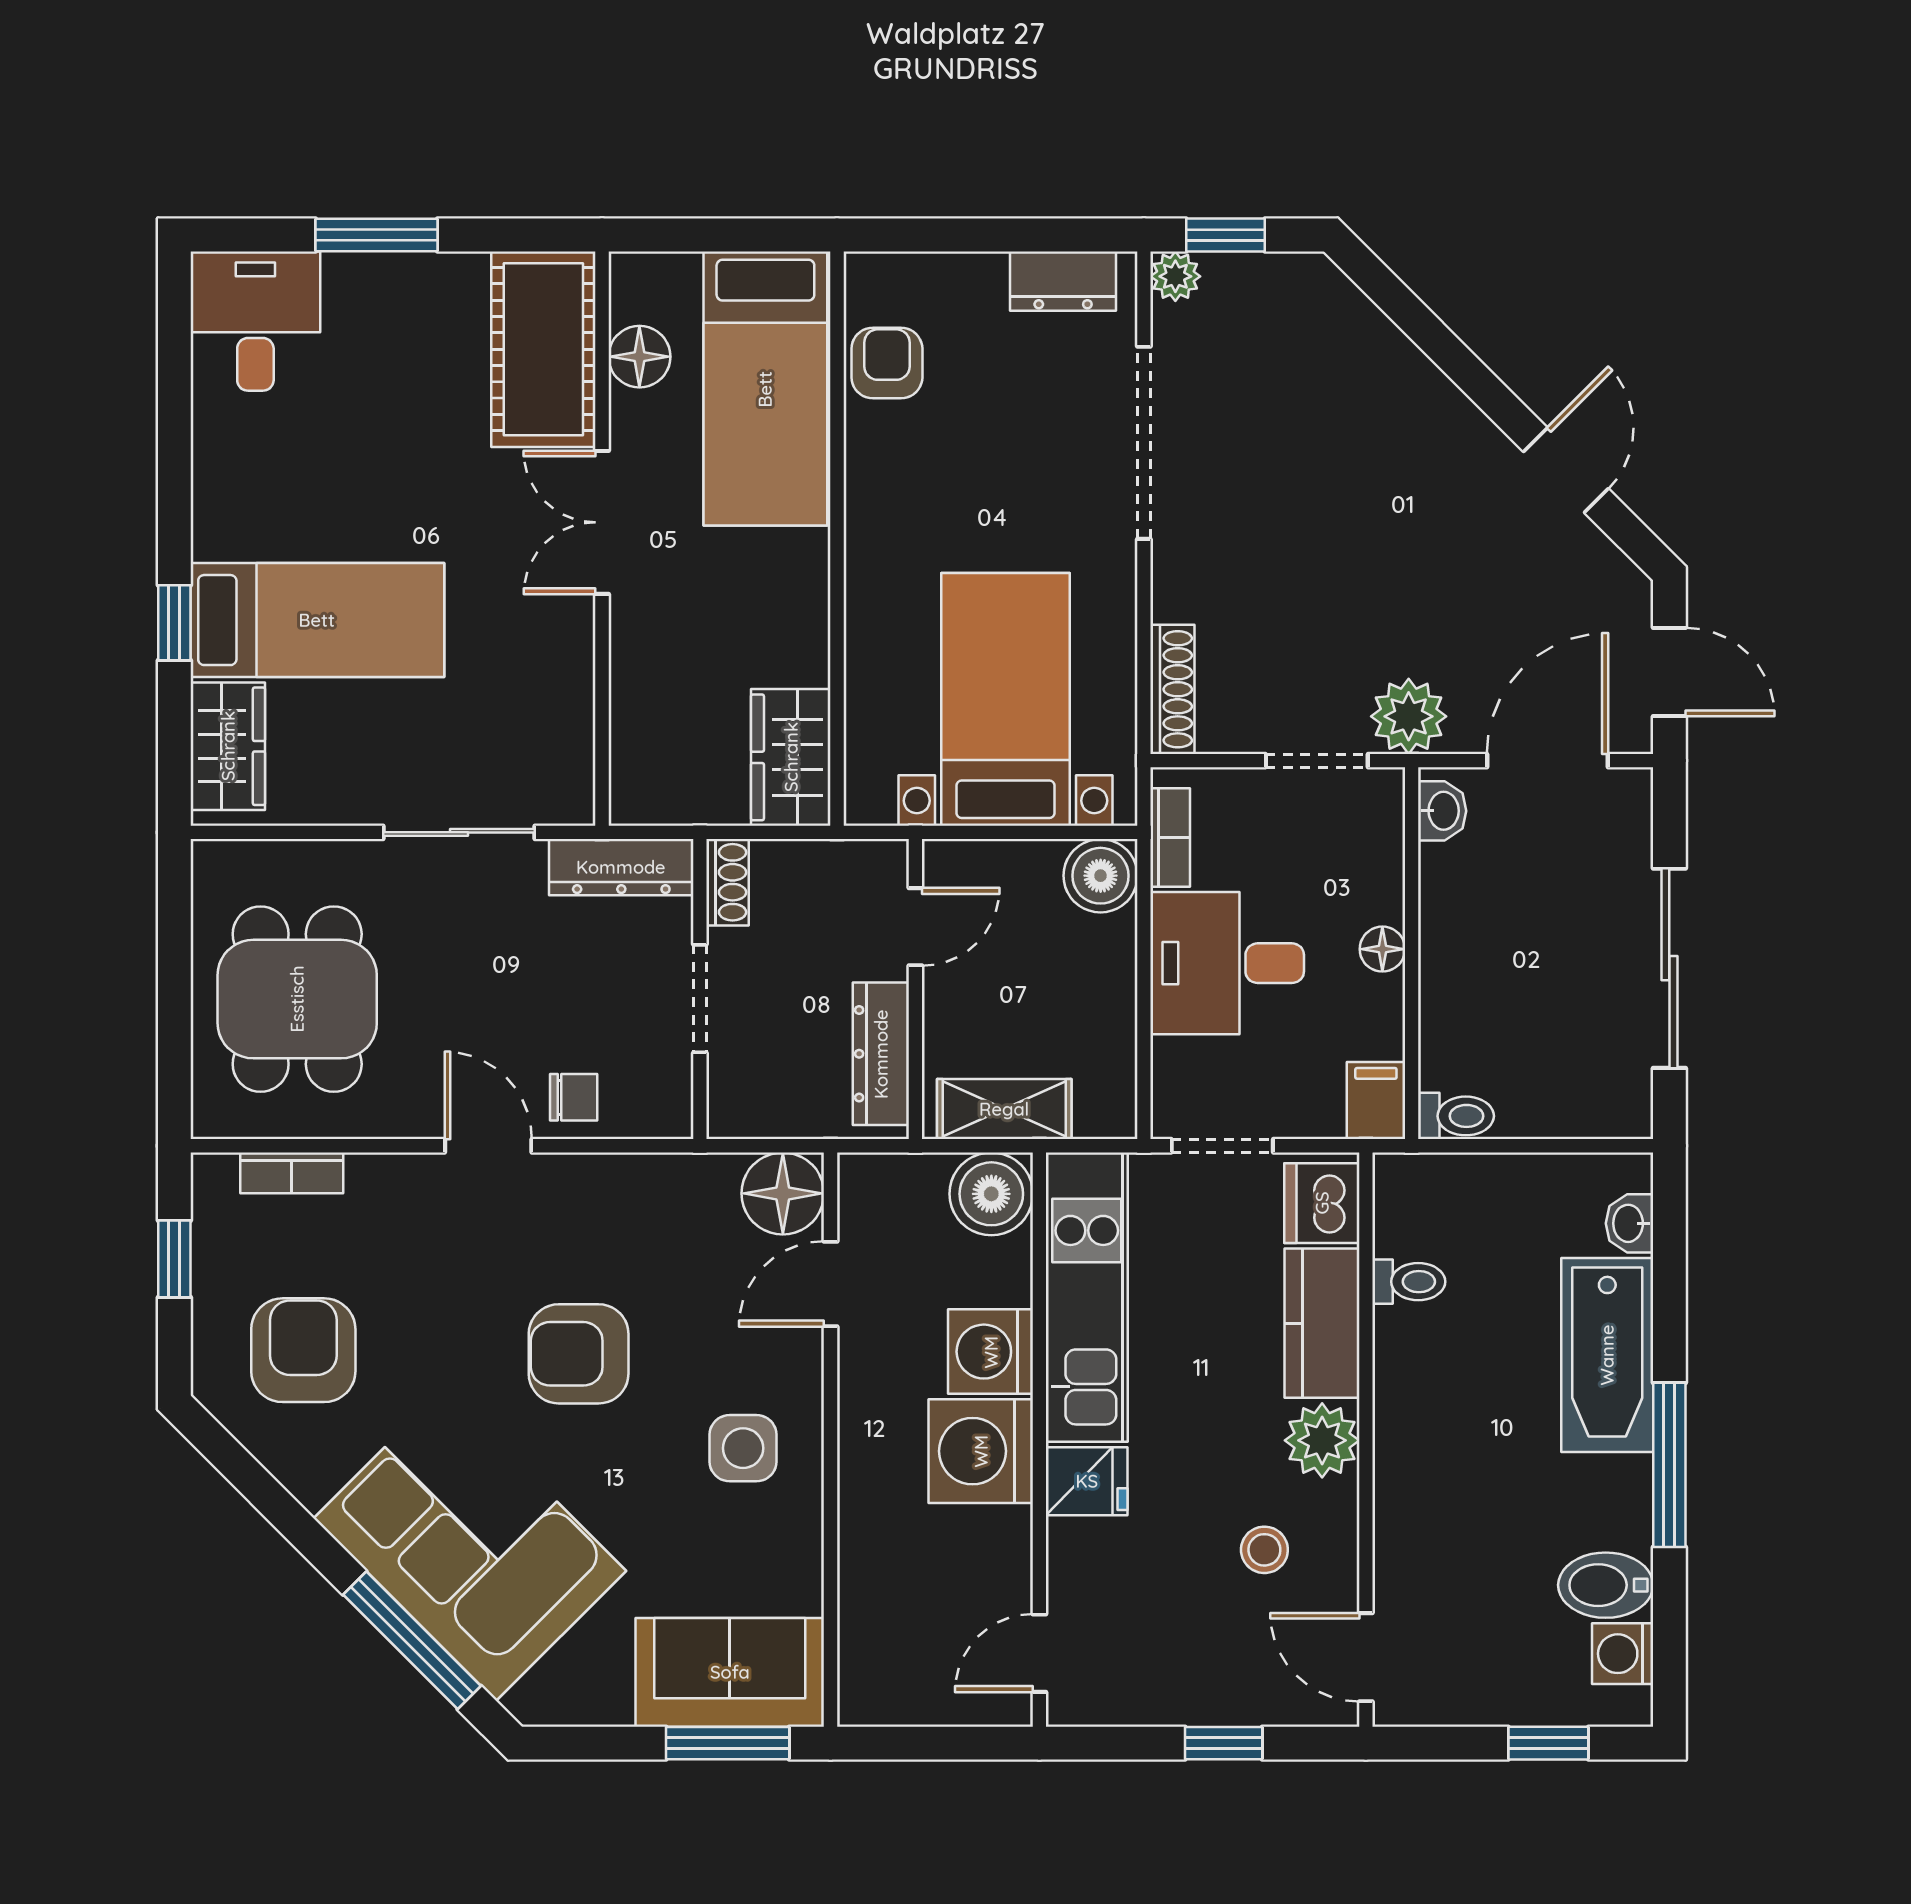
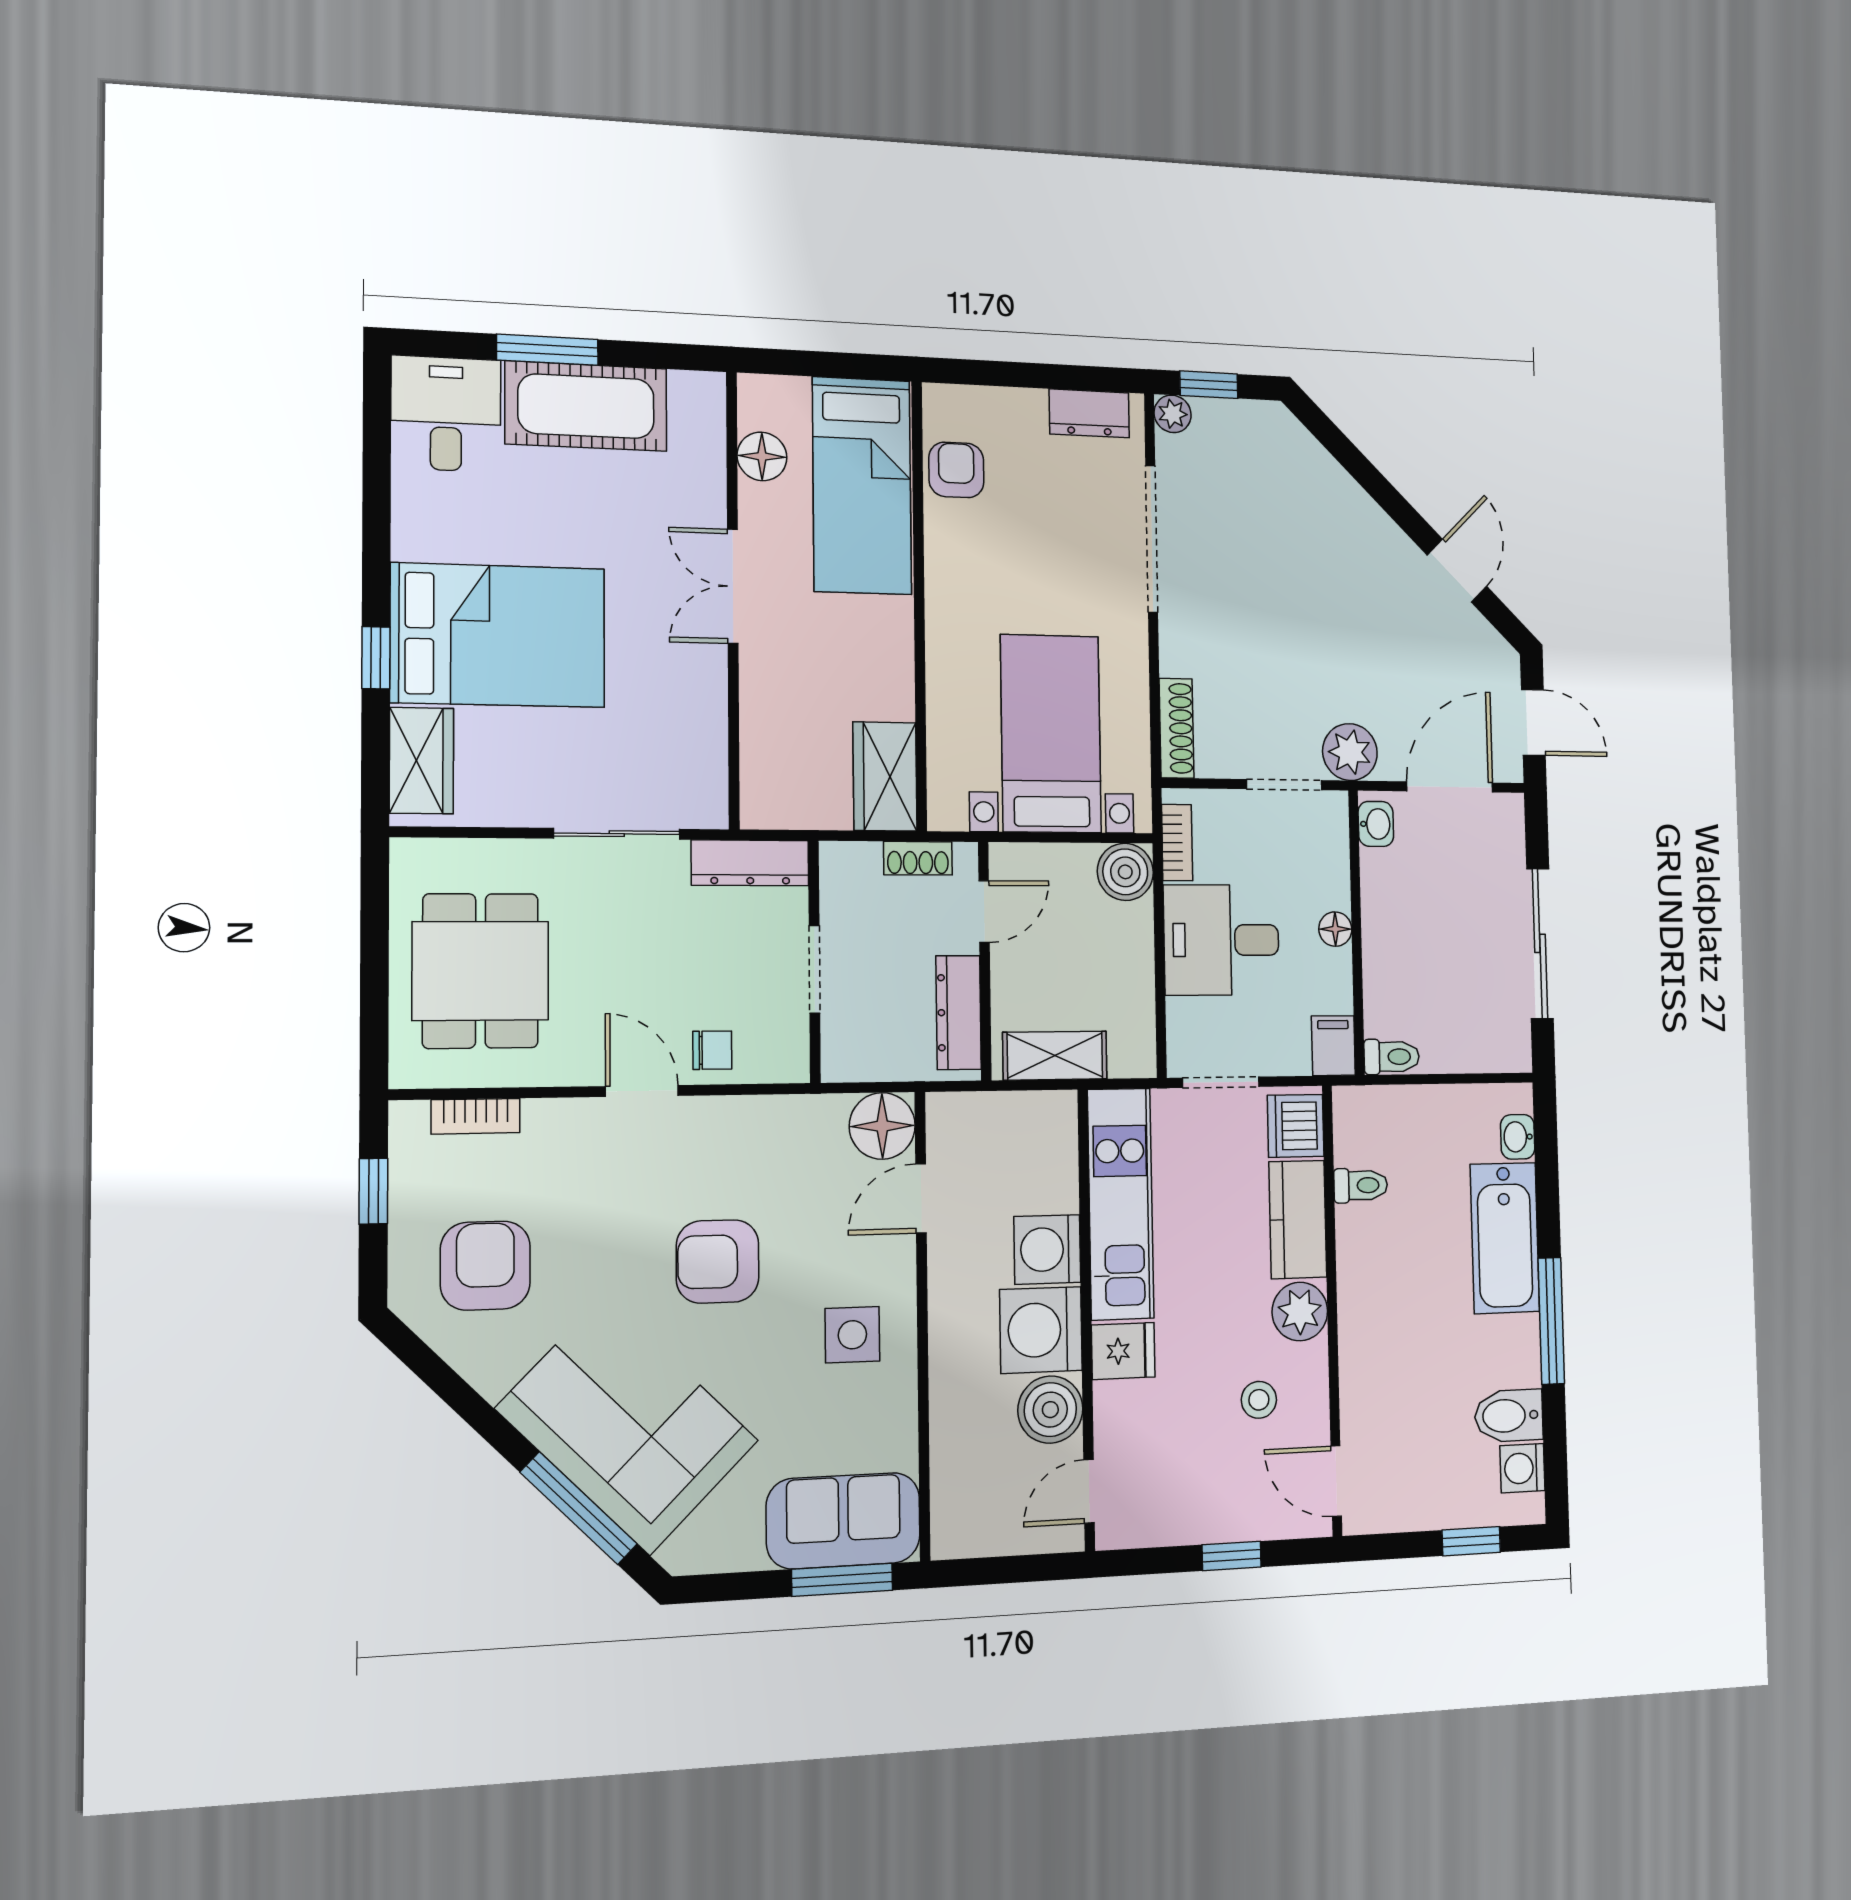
cot: (543, 349) -> (586, 406), moved, turned 90
bed: (317, 620) -> (498, 635), width x1.50
shoe rack: (727, 882) -> (918, 858), moved, turned 90
boiler: (991, 1194) -> (1050, 1410), moved

